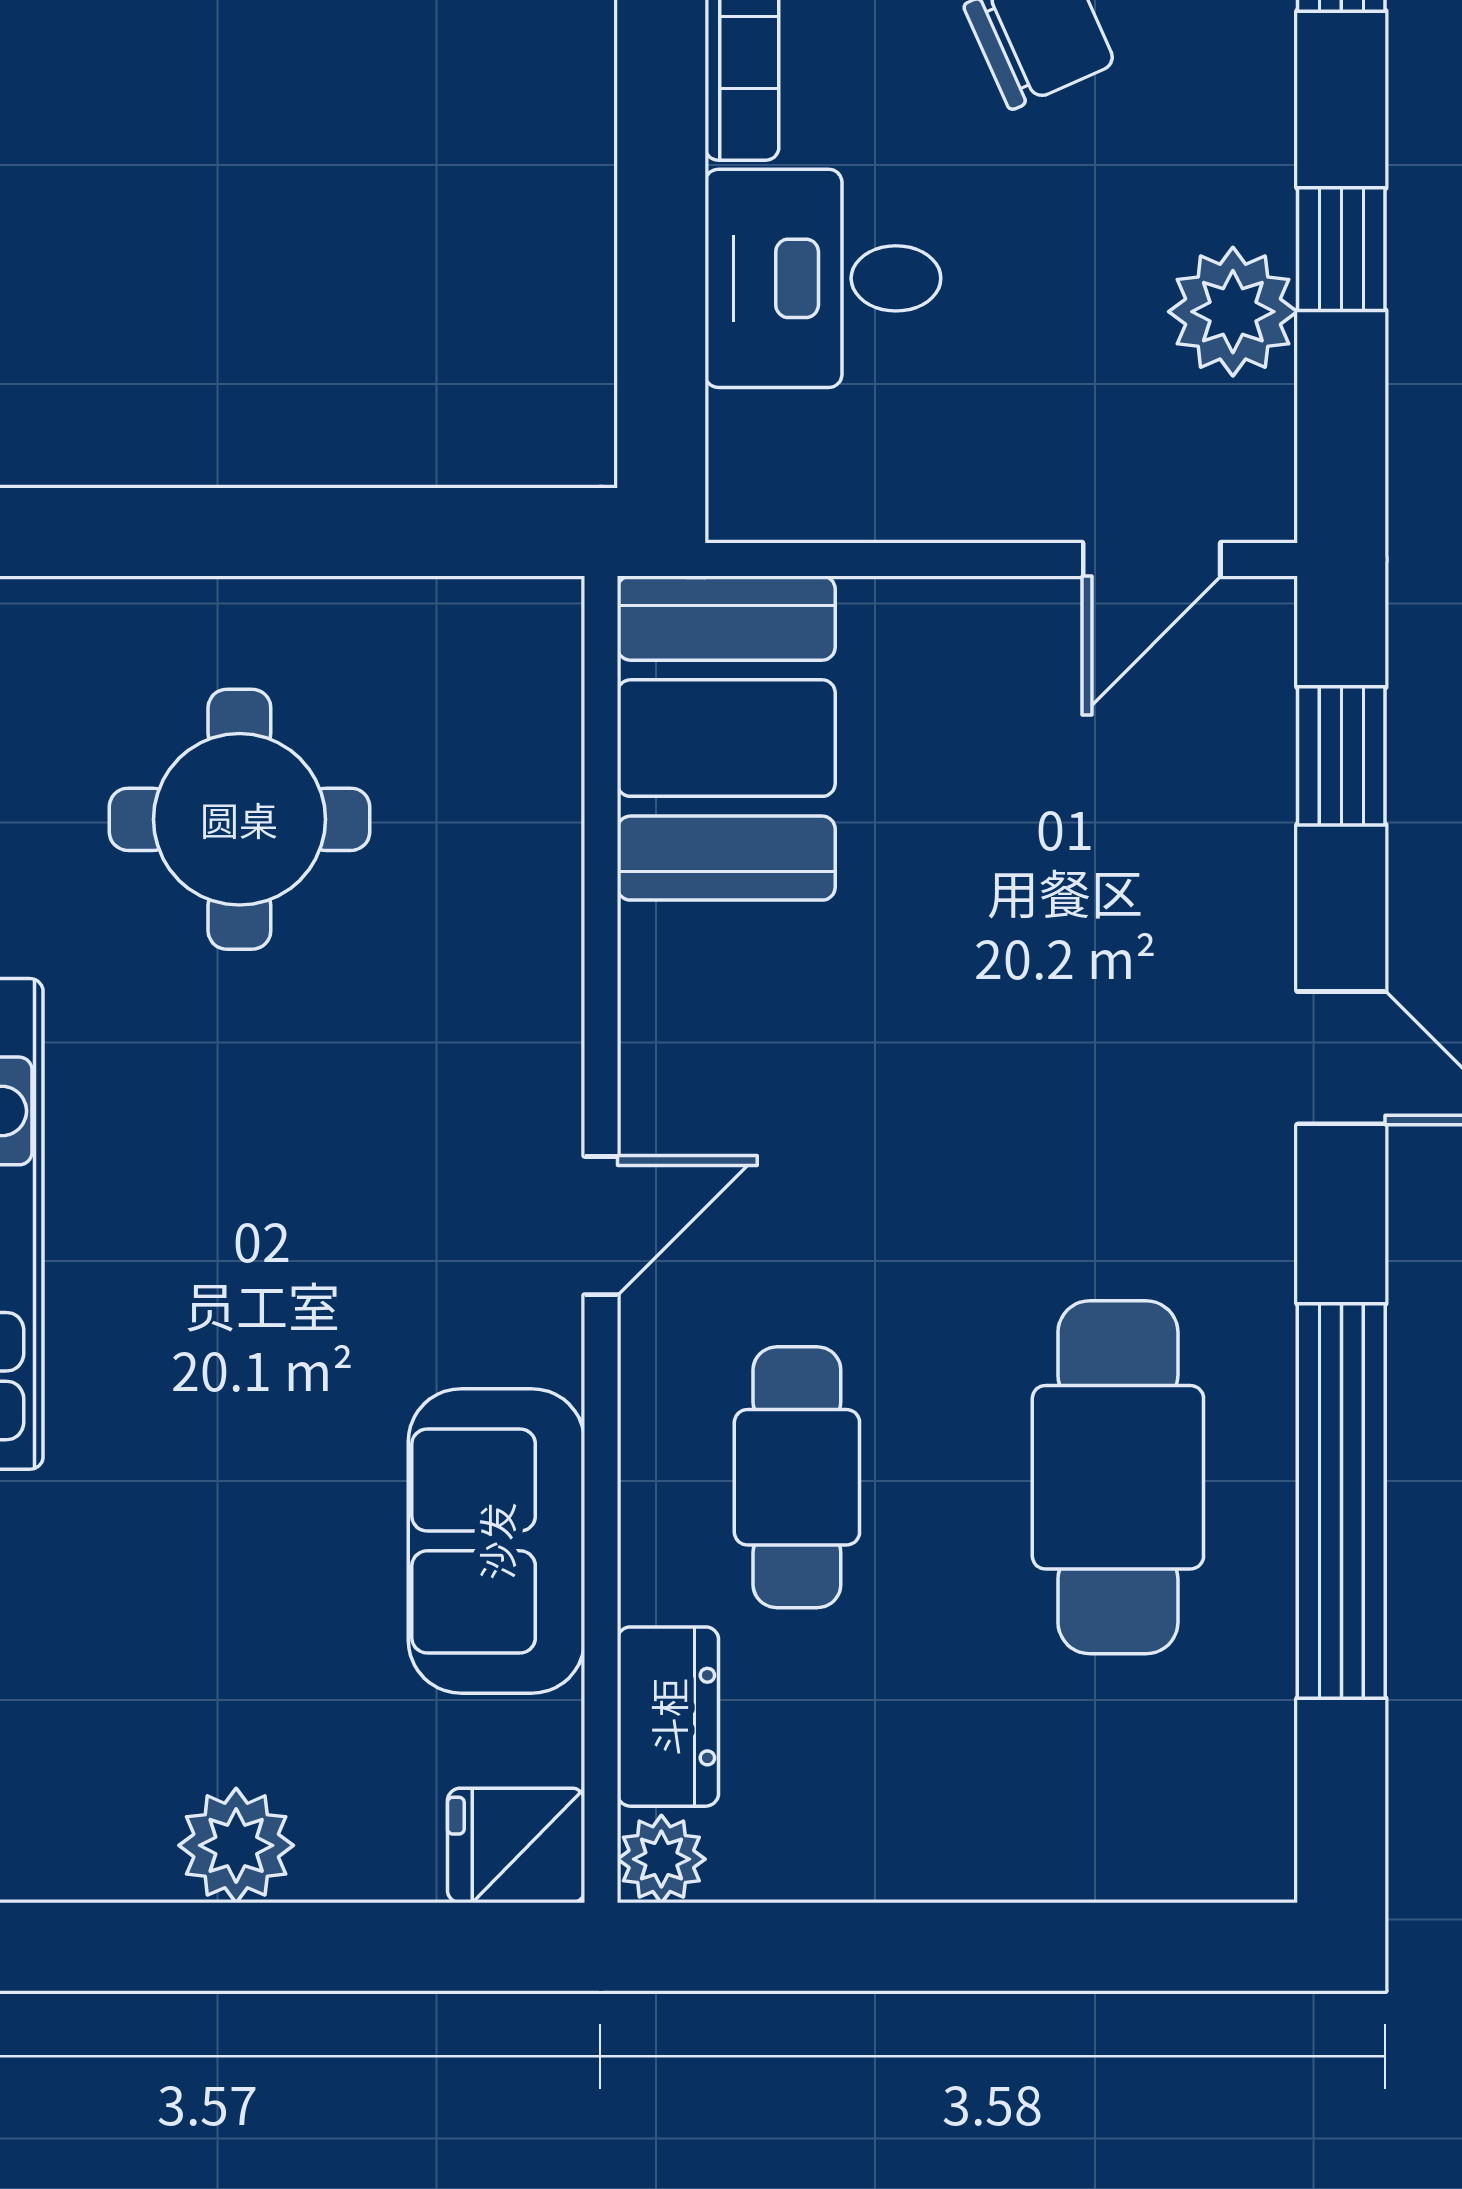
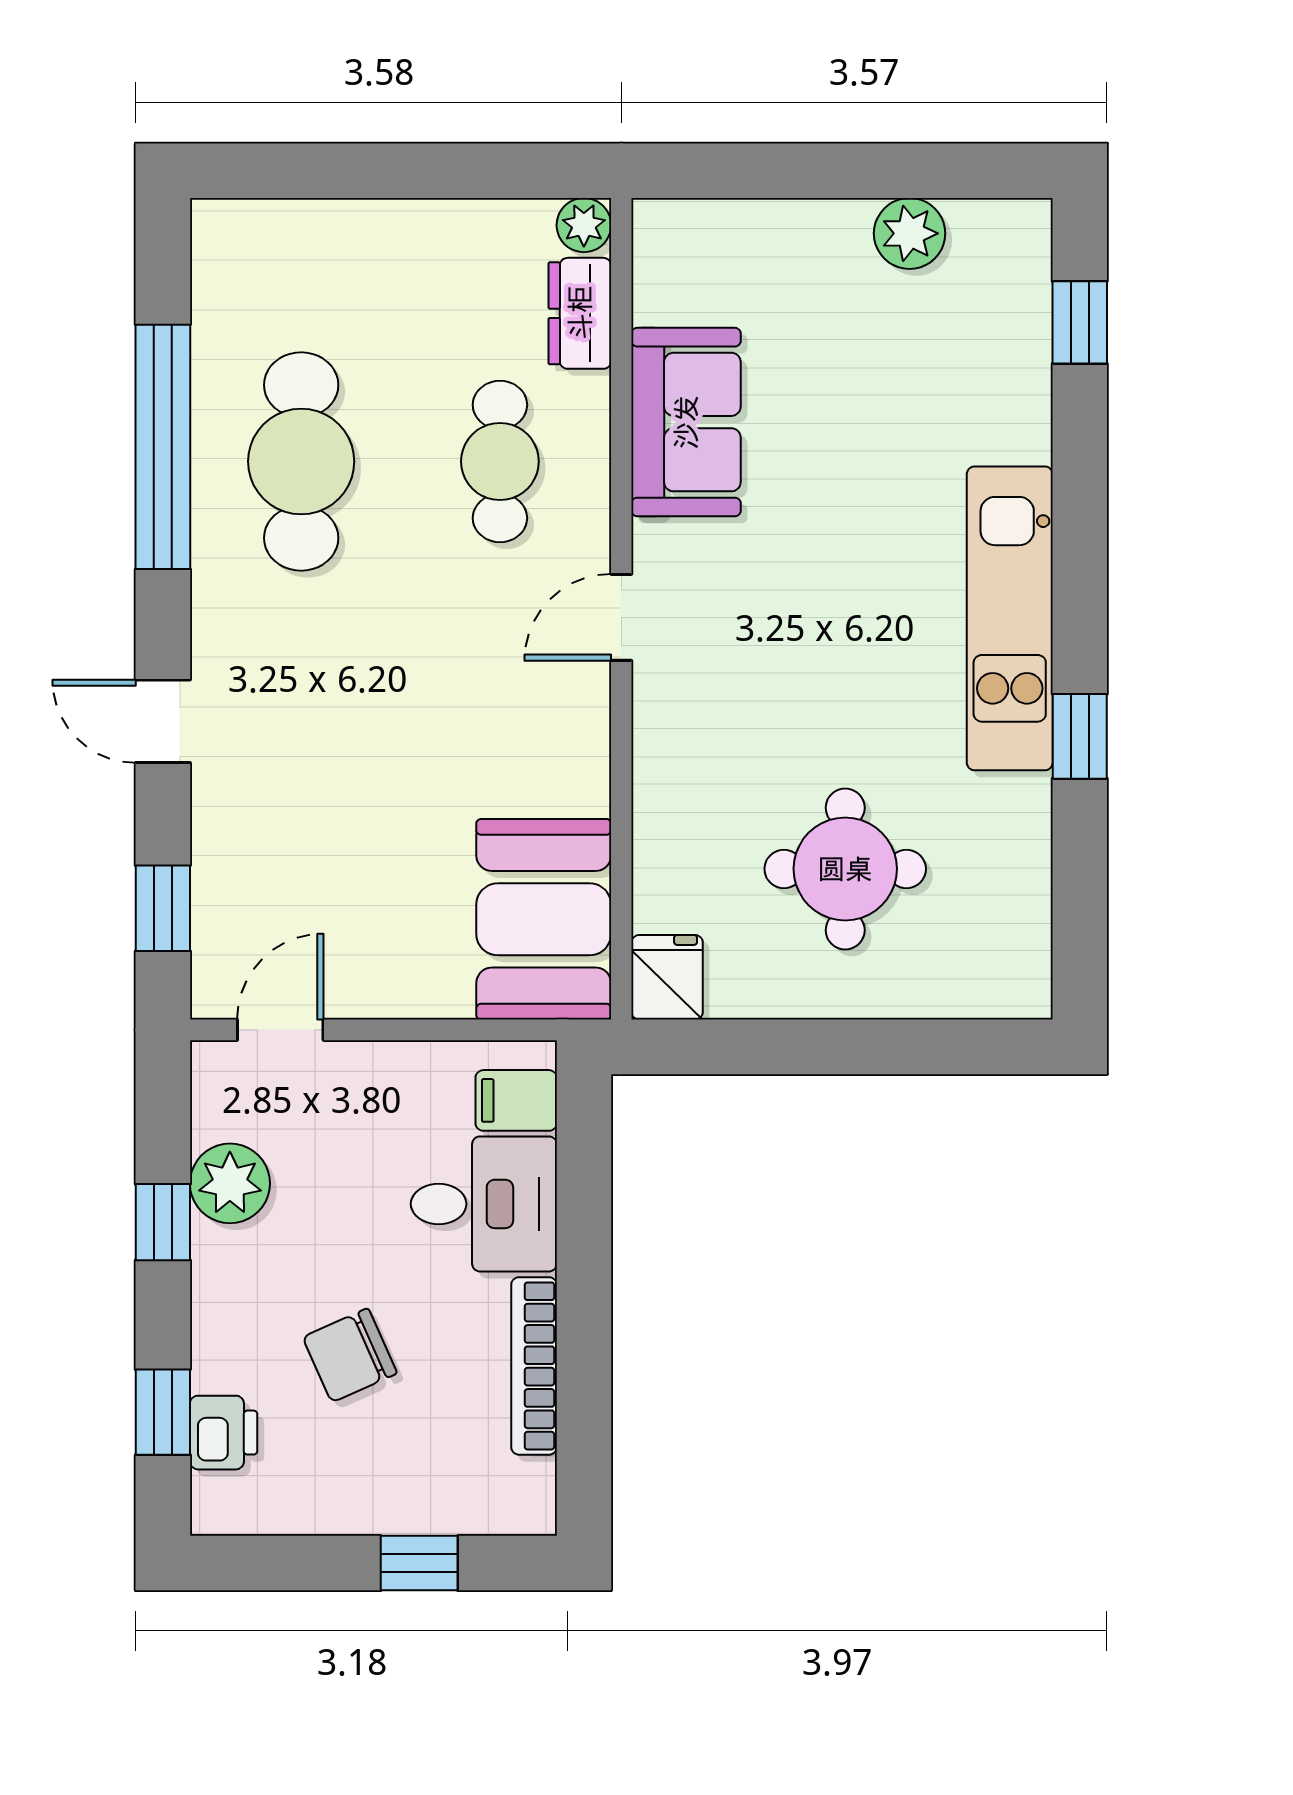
filing cabinet: (771, 446) -> (516, 1100), added
plant: (236, 1845) -> (910, 233), moved
fridge: (516, 1845) -> (667, 977), moved, turned -90

